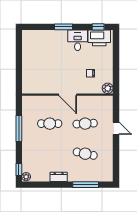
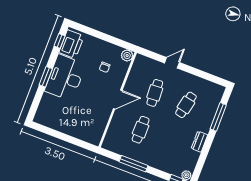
desk: (78, 40) -> (65, 78), width x1.87, depth x1.30

